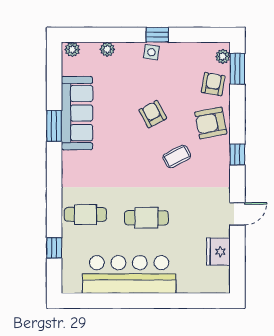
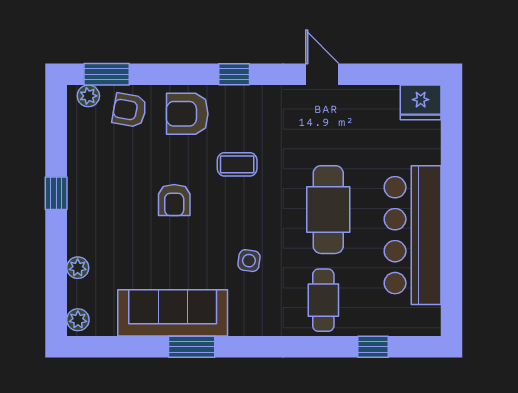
side table: (151, 52) -> (249, 261), moved
armchair: (153, 114) -> (174, 200), turned -62
armchair: (211, 123) -> (187, 114), turned 101
coffee table: (177, 156) -> (237, 164), turned -63
cafe table: (146, 218) -> (328, 210), width x1.37, depth x1.35
fridge: (218, 252) -> (421, 102), moved

